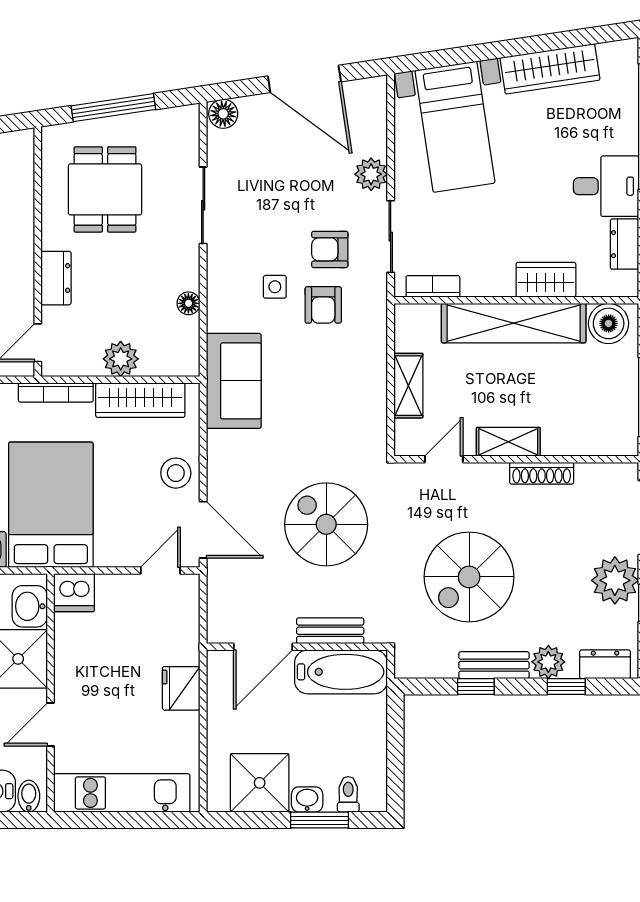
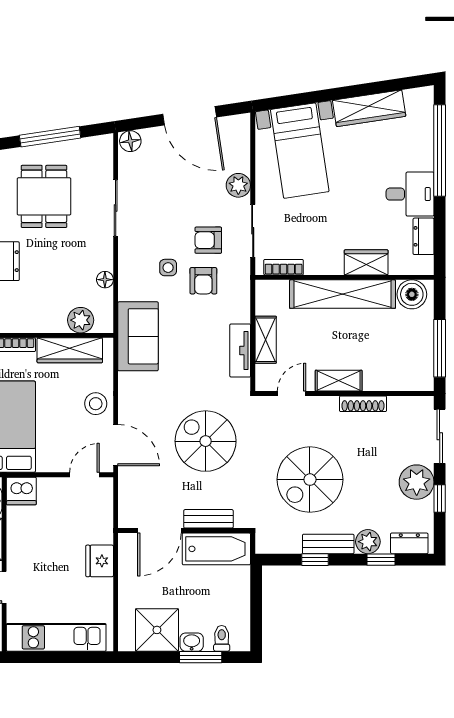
plant: (121, 359) -> (81, 320), moved
tv unit: (374, 400) -> (240, 351), added

